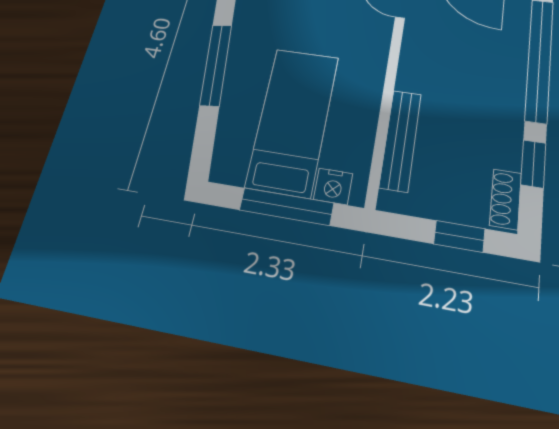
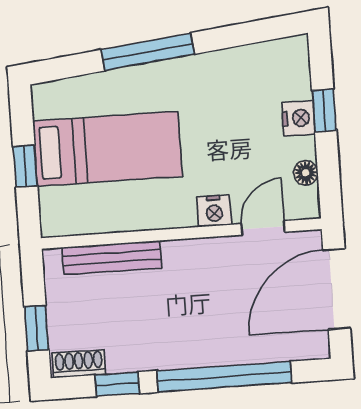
nightstand: (333, 186) -> (214, 211), moved, turned -90
window: (286, 207) -> (25, 166), width x0.46

